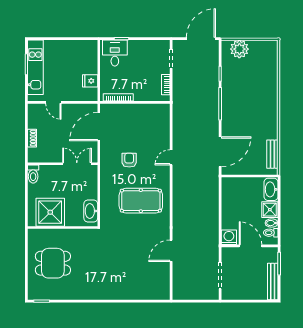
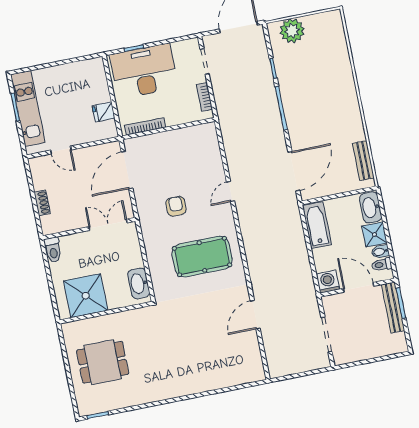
desk: (115, 53) -> (144, 71), width x1.87, depth x1.30
bathtub: (229, 194) -> (317, 225), added
bench: (273, 281) -> (393, 307), moved

